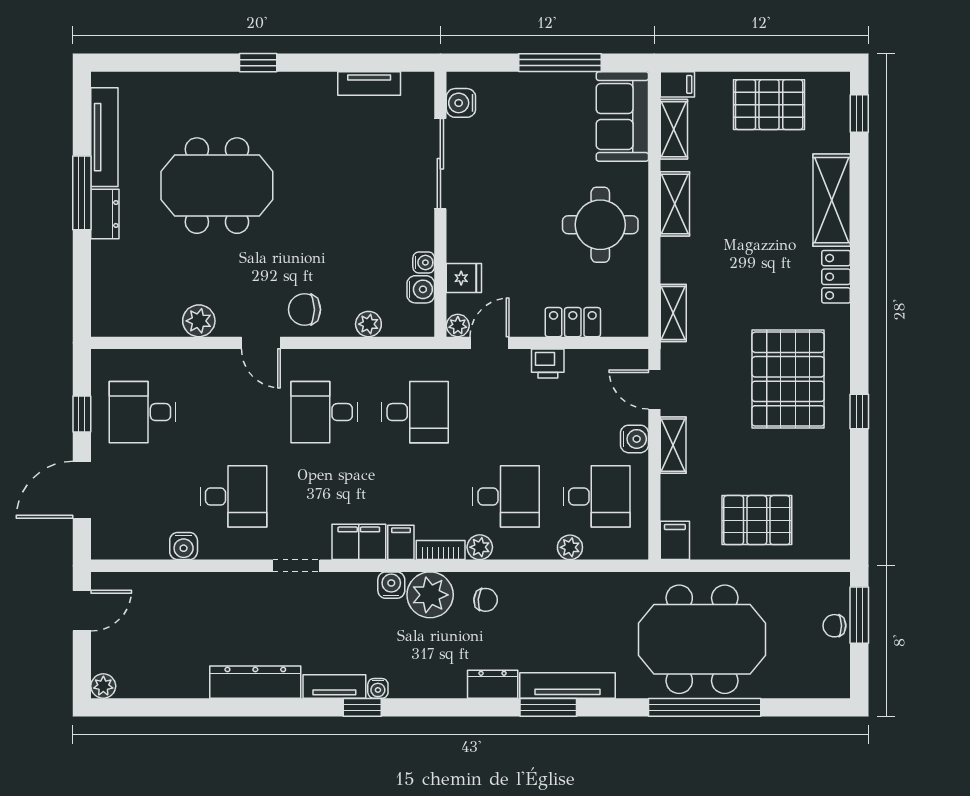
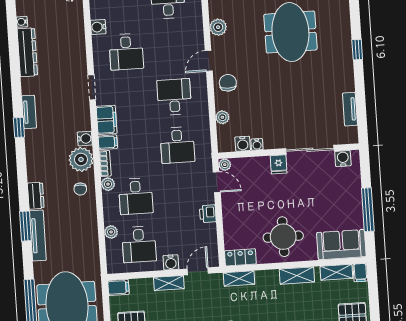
fridge: (464, 278) -> (279, 164), moved
locker: (573, 322) -> (240, 257), moved, turned -90
dresser: (255, 682) -> (27, 52), moved
water cooler: (378, 688) -> (22, 22), moved

